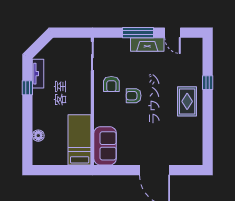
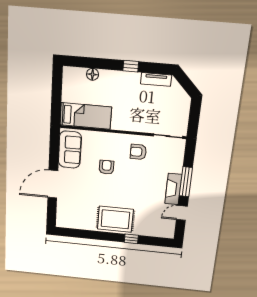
window: (27, 88) -> (131, 66), moved
armchair: (134, 96) -> (107, 167), moved
rug: (187, 101) -> (115, 219), width x1.36, depth x1.43
sofa: (105, 146) -> (70, 150), moved, turned -90

